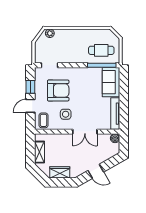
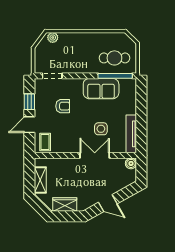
sofa: (111, 82) -> (101, 89), moved, turned -90
armchair: (58, 90) -> (63, 106), width x0.53, depth x0.53
side table: (66, 114) -> (101, 129), moved
double door: (85, 132) -> (95, 155), swing flipped

